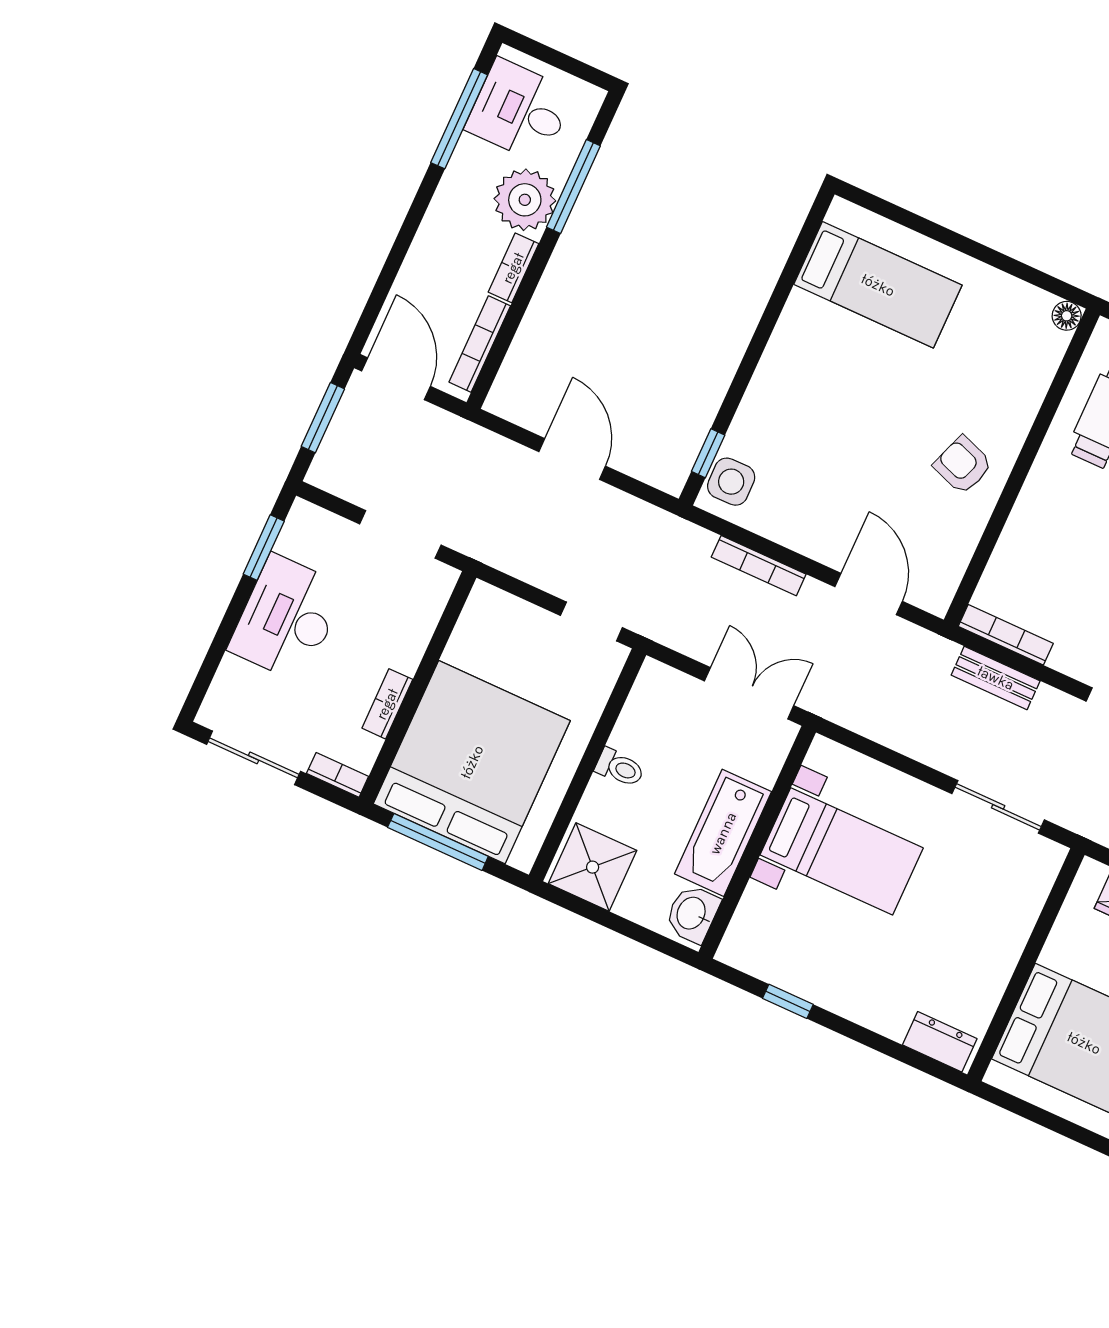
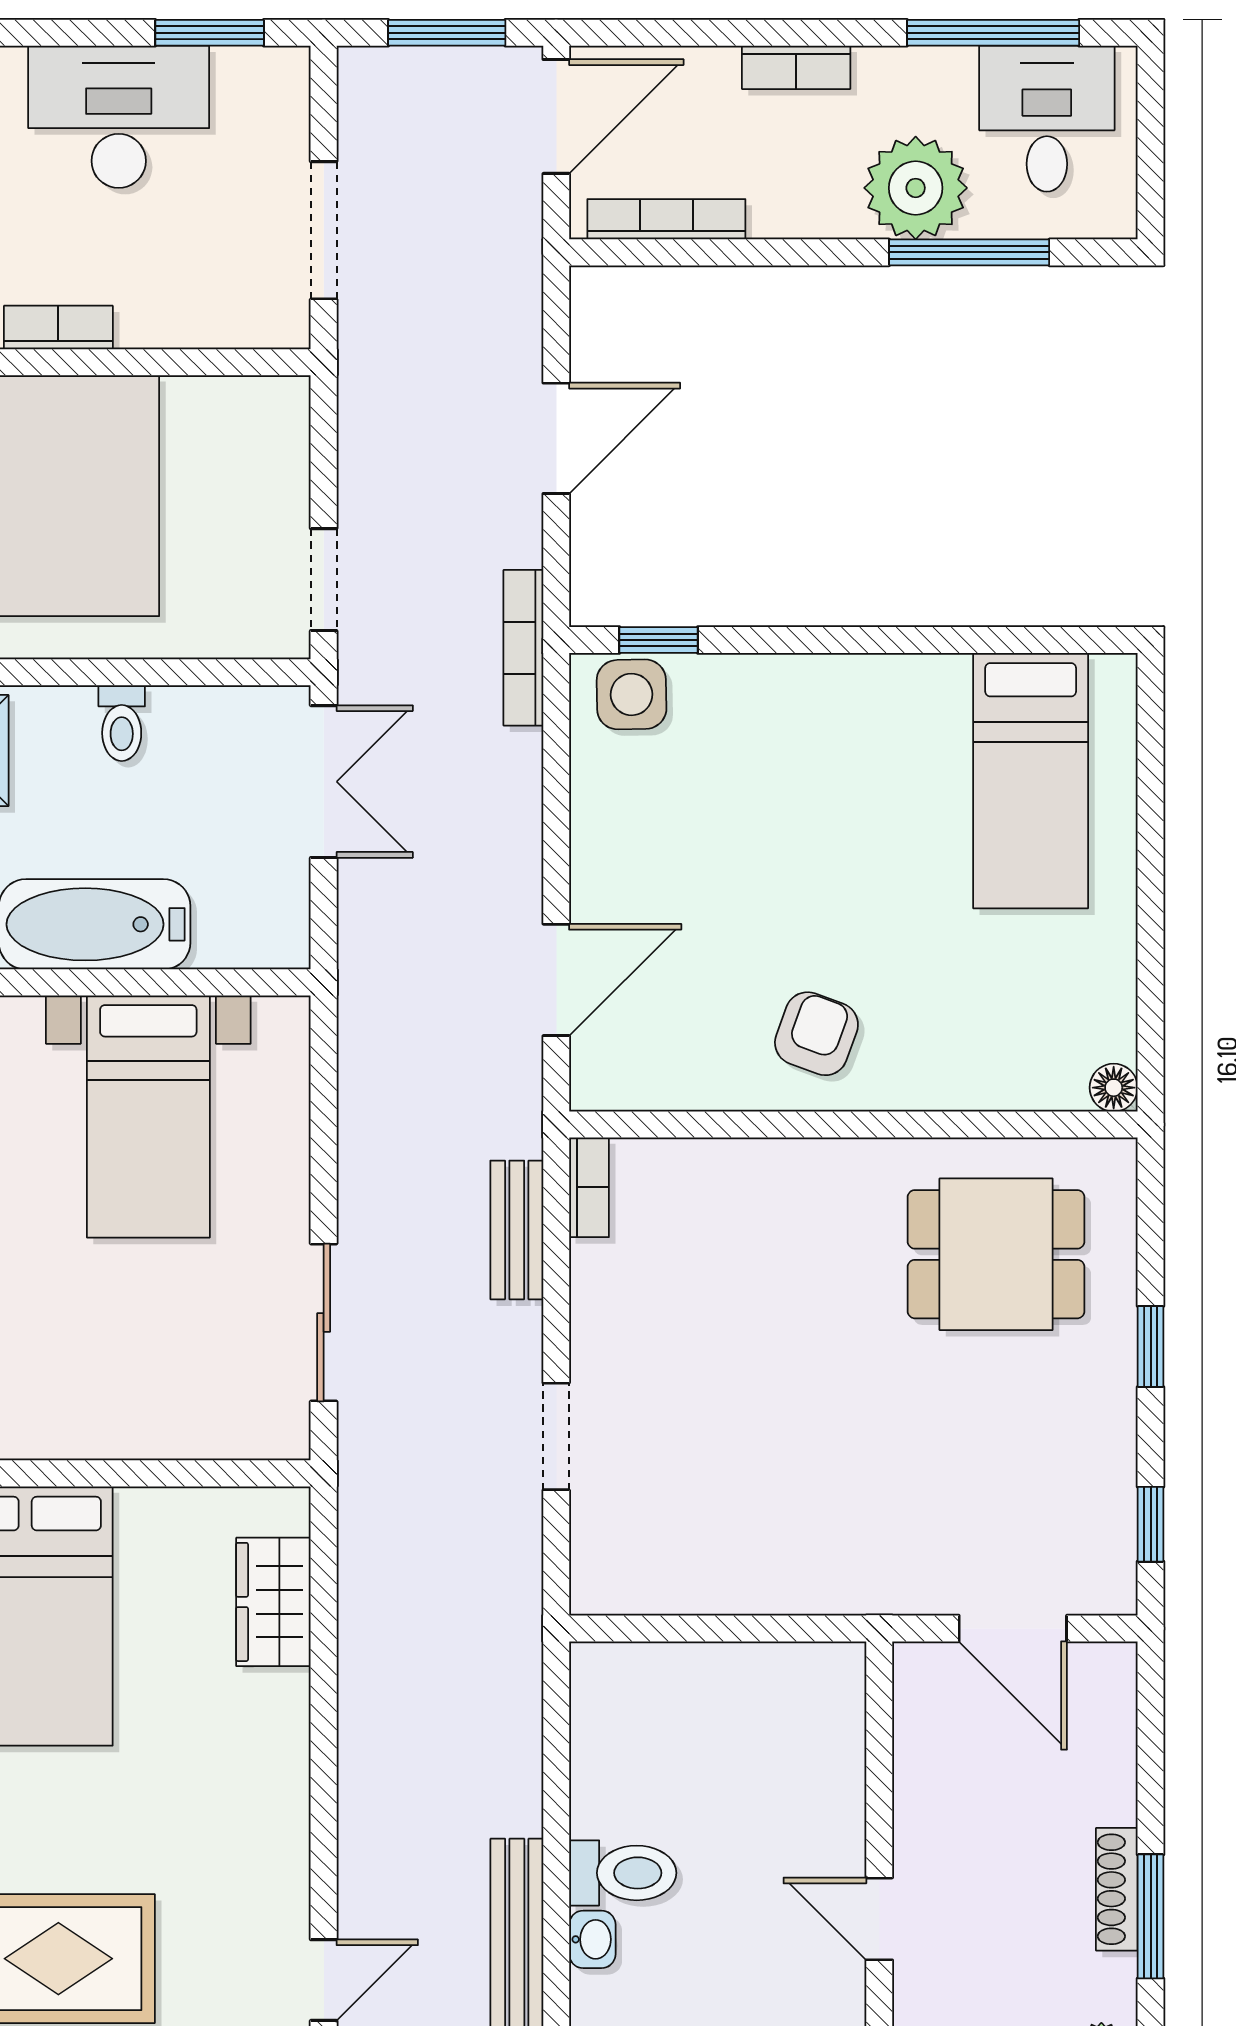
bookcase: (513, 268) -> (796, 67), moved, turned 180
bookcase: (759, 566) -> (523, 648), moved
bookcase: (1006, 635) -> (589, 1187), width x0.64
double door: (749, 693) -> (324, 782), moved

